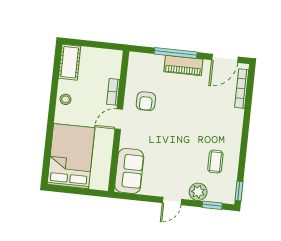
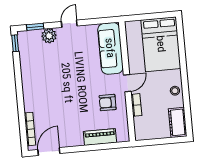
window: (176, 53) -> (91, 148), removed
piano: (183, 65) -> (100, 137), moved
armchair: (146, 101) -> (108, 103), turned -90
coffee table: (215, 162) -> (40, 64), removed
sofa: (129, 171) -> (110, 48), width x1.36

